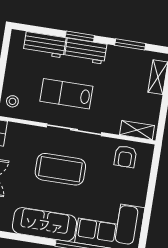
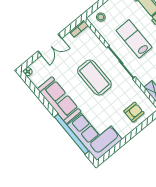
armchair: (125, 157) -> (134, 112), moved, turned 180

